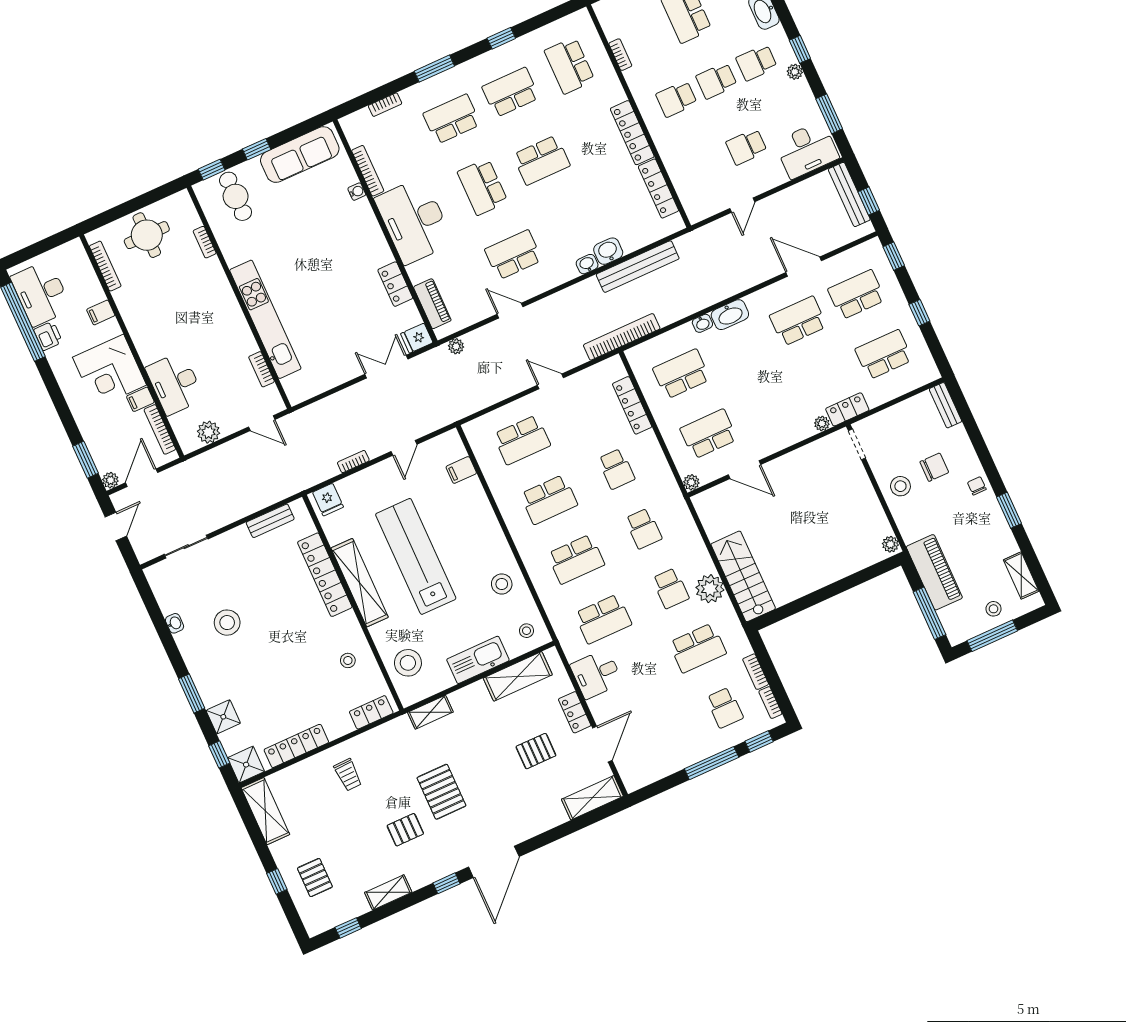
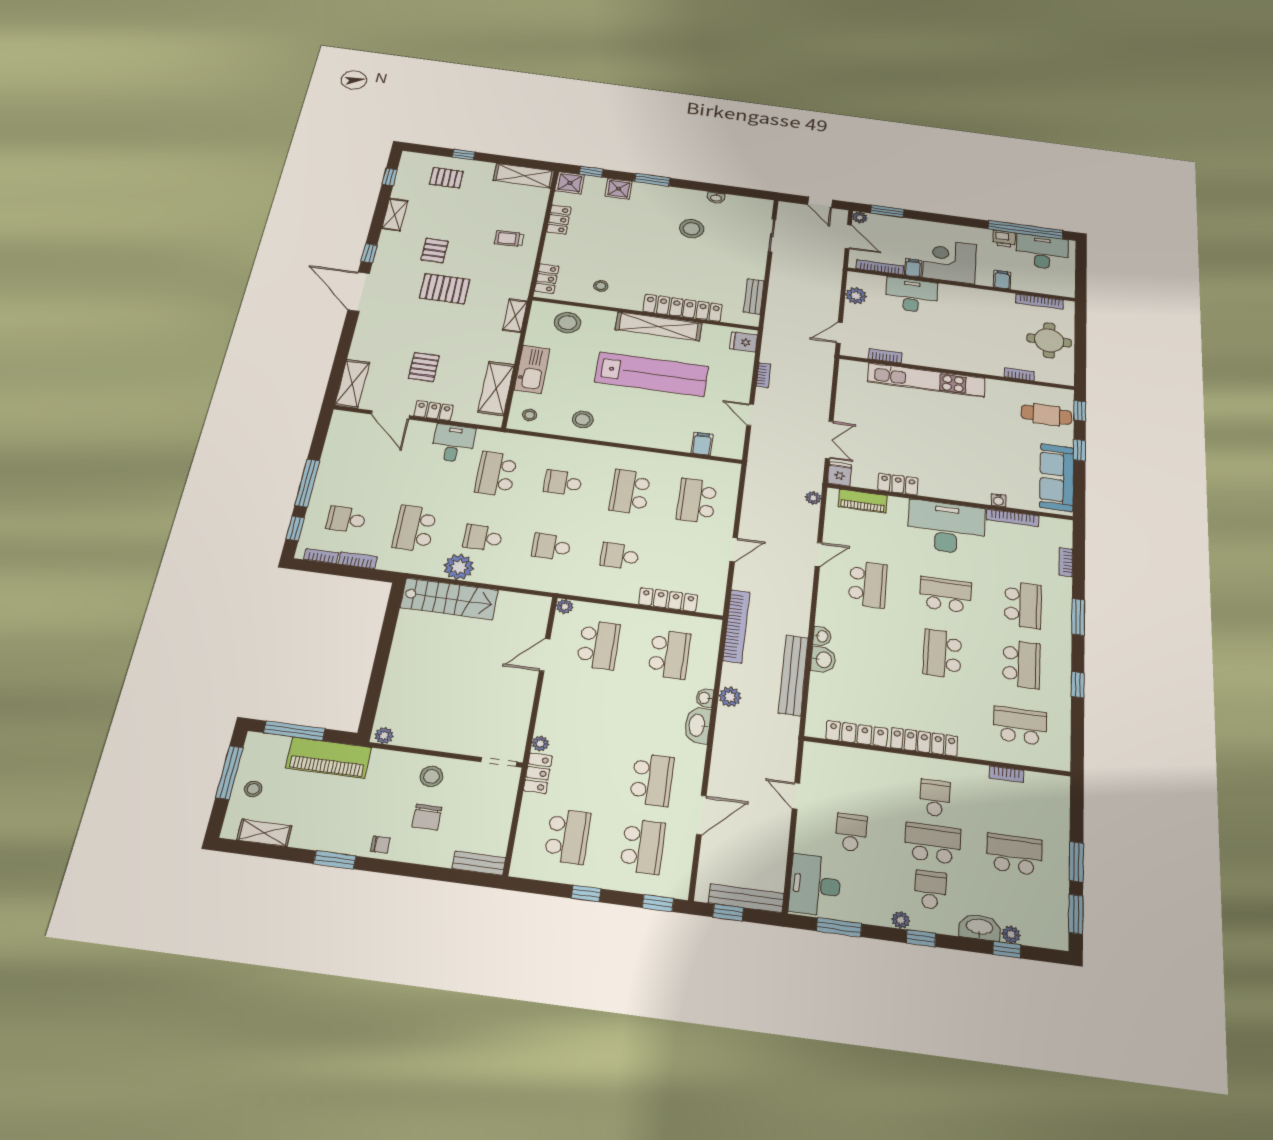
school desk: (716, 81) -> (933, 843), width x1.85
plant: (689, 304) -> (730, 697), added
school desk: (576, 559) -> (563, 483), width x0.54
locker: (296, 746) -> (559, 220), width x0.66

